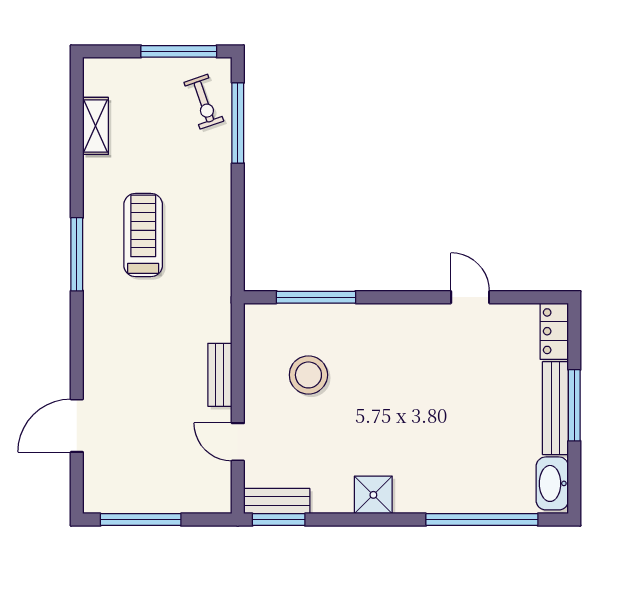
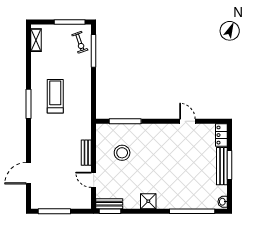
shelving: (95, 126) -> (36, 40), moved
washbasin: (552, 483) -> (223, 202), width x0.52, depth x0.69

